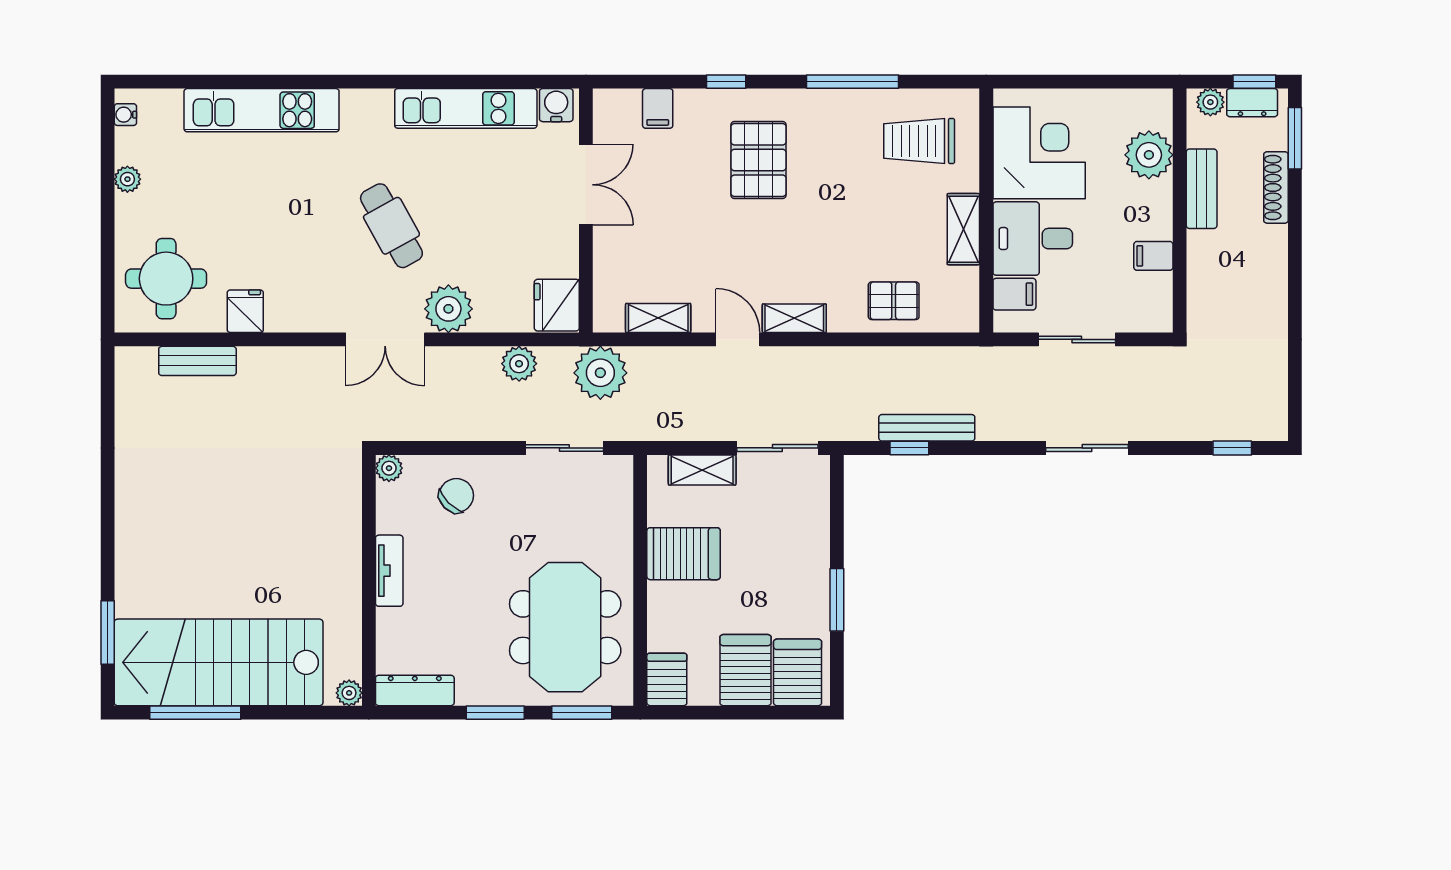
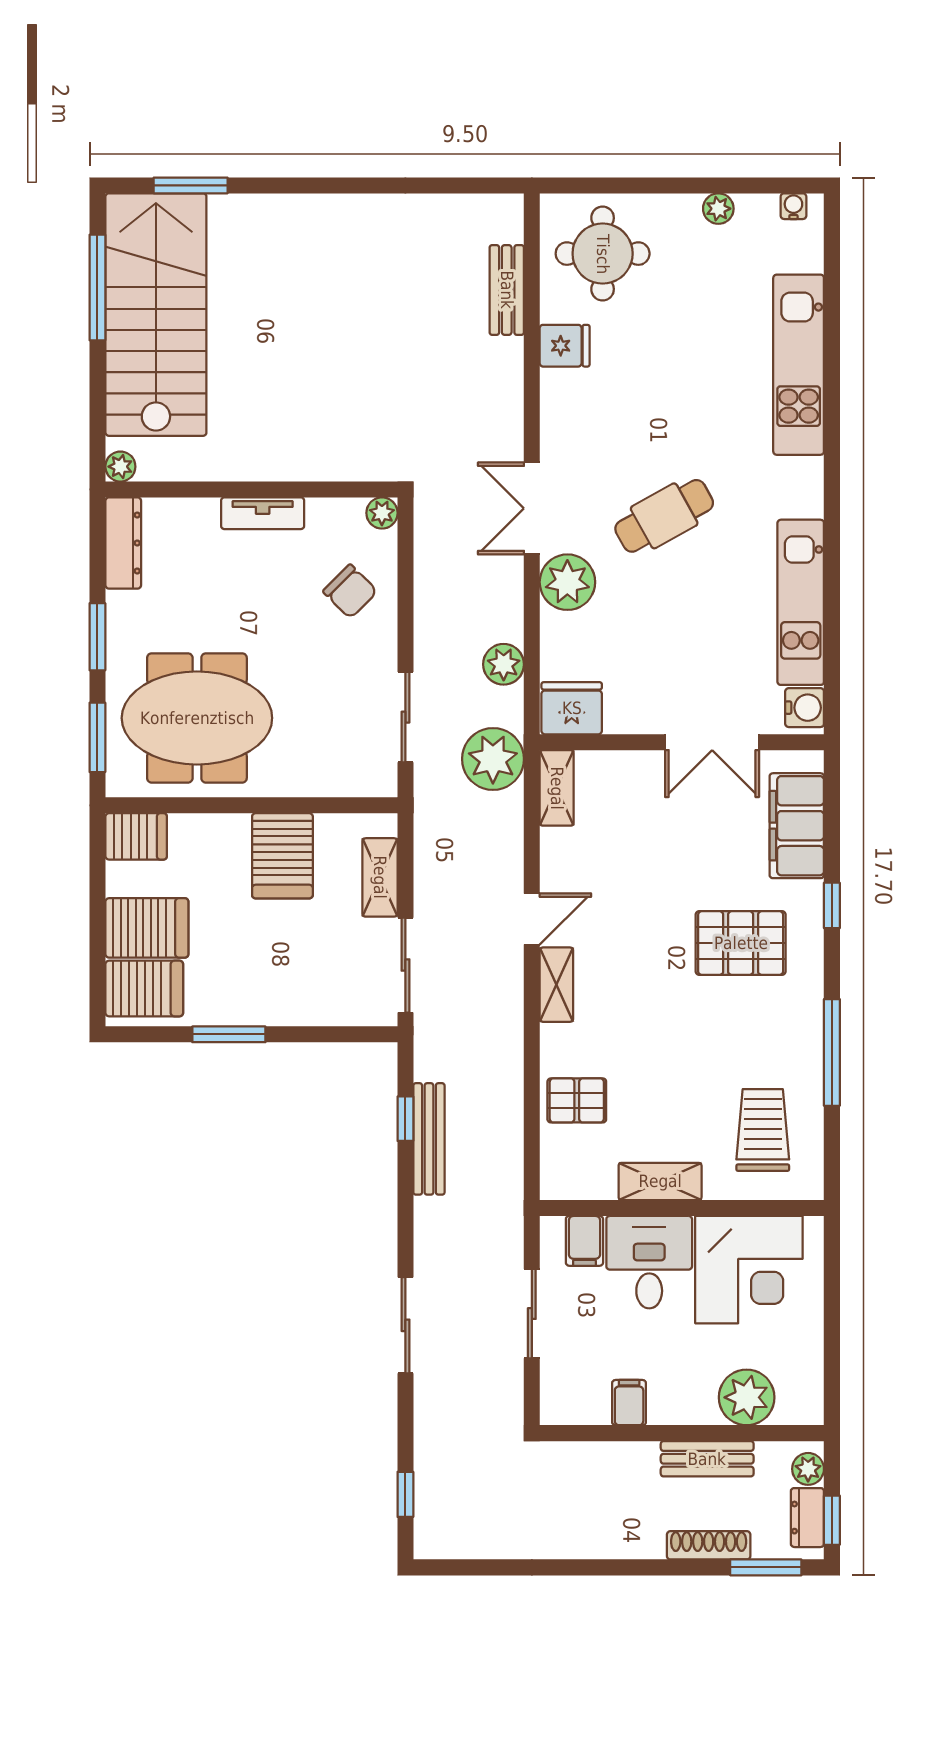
filing cabinet: (658, 108) -> (797, 826), width x3.00, depth x1.17
pallet: (894, 301) -> (577, 1100), turned 90
shelving: (658, 318) -> (557, 788), moved

